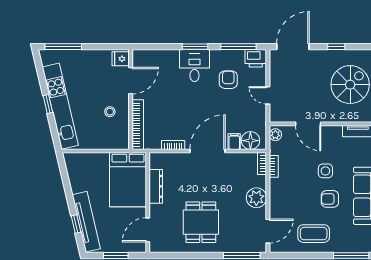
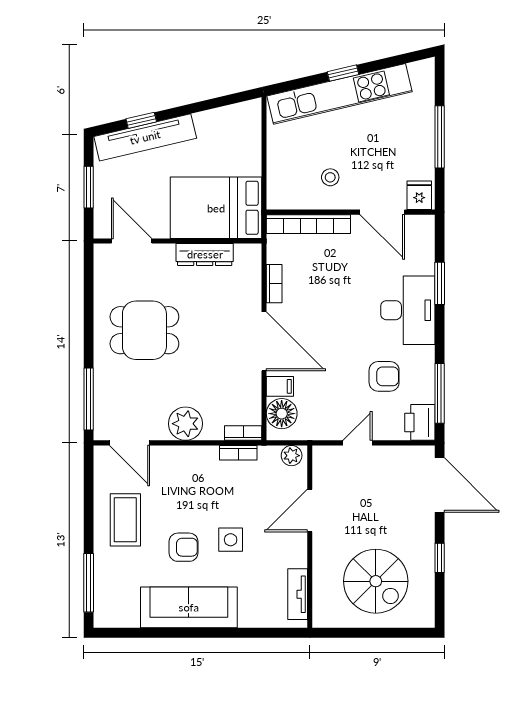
window: (63, 47) -> (440, 137), moved
window: (195, 47) -> (440, 283), moved
desk: (194, 66) -> (408, 310), width x1.37
armchair: (330, 199) -> (184, 547), turned 90

